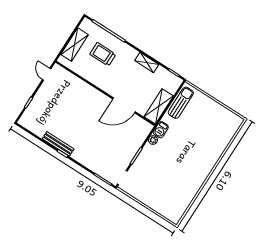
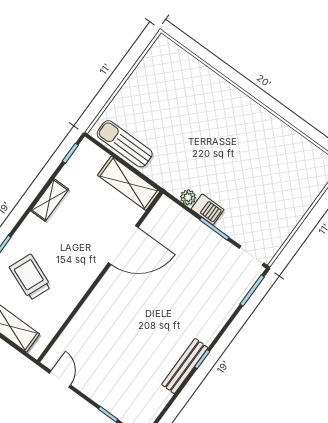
trolley: (103, 54) -> (30, 277), turned 112
door: (47, 74) -> (60, 379), swing flipped
door: (124, 105) -> (123, 245), hinge flipped
barbecue: (161, 130) -> (208, 209), moved

